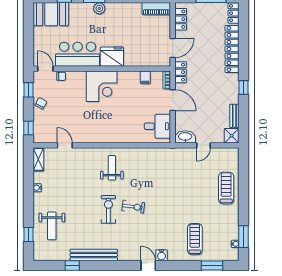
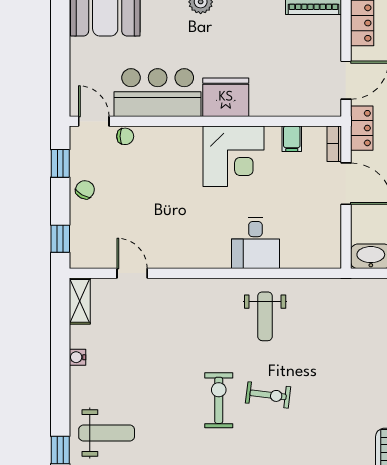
corner desk: (102, 86) -> (234, 156), moved
desk: (157, 126) -> (255, 243), moved, turned 90
weight bench: (112, 168) -> (265, 316), moved, turned 180
weight bench: (52, 226) -> (107, 433), turned -90

